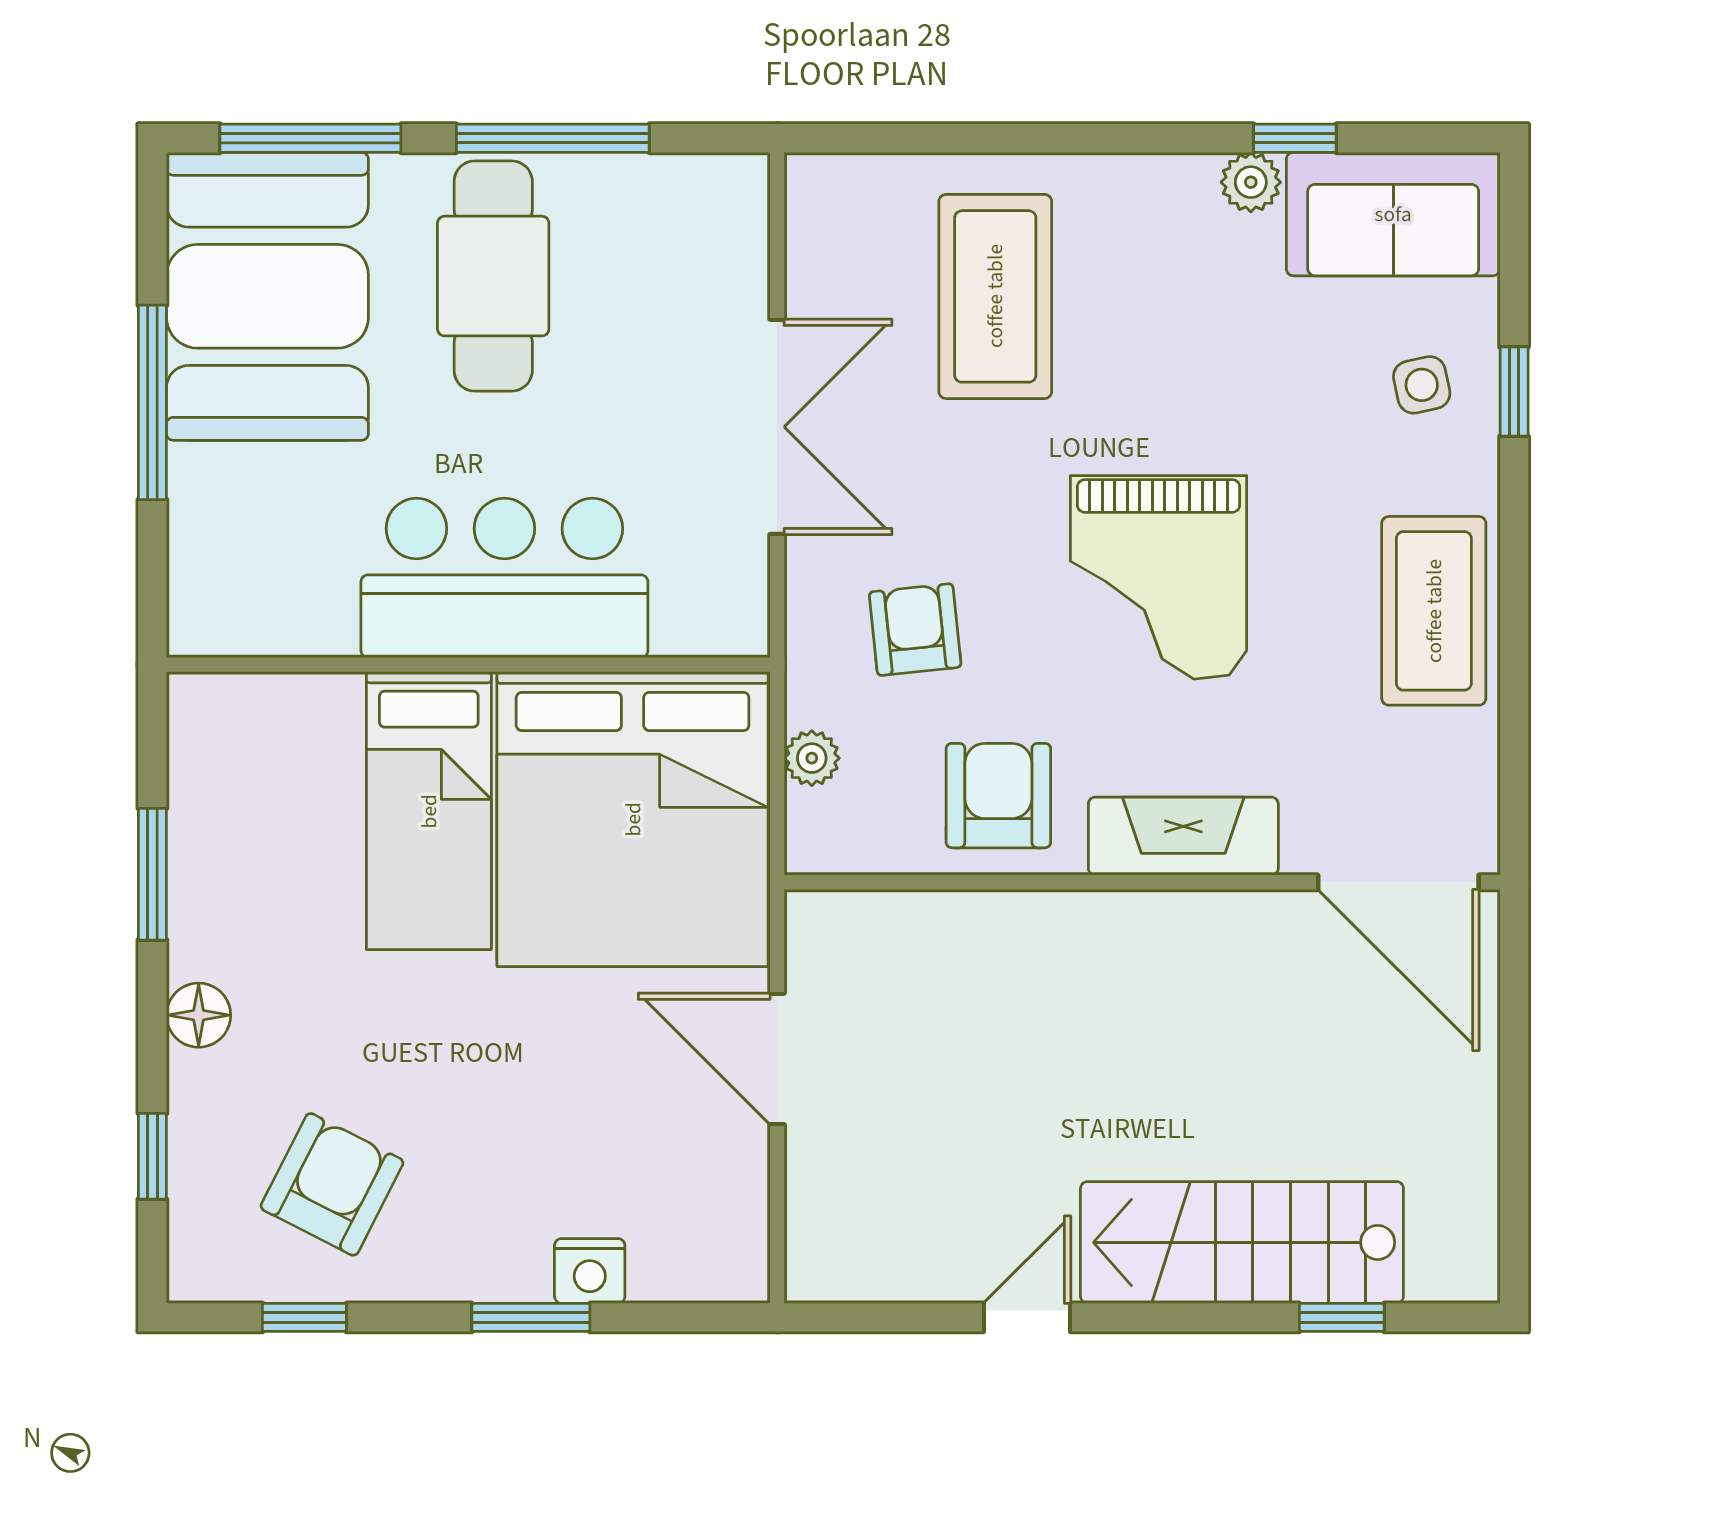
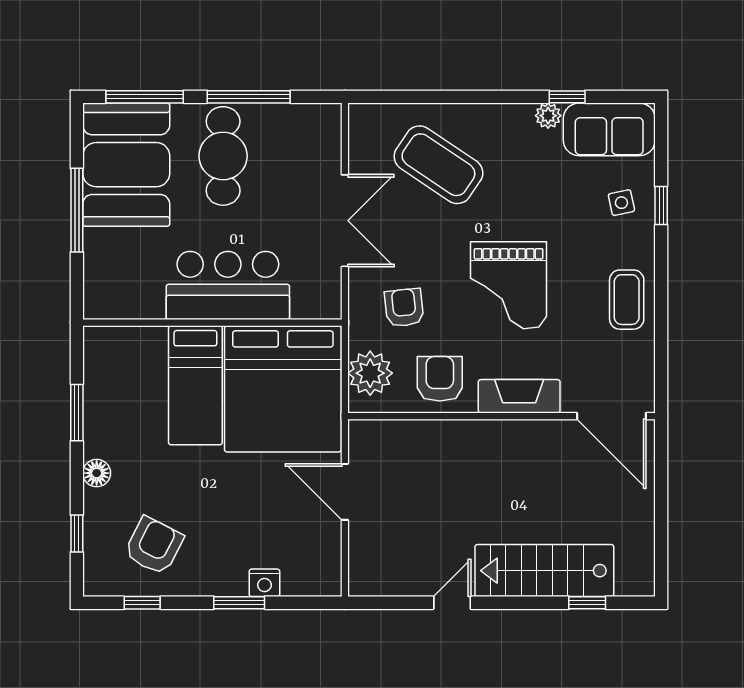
coffee table: (995, 296) -> (438, 165), turned -56
coffee table: (1434, 611) -> (627, 300), width x0.73, depth x0.76
plant: (812, 758) -> (370, 373), width x1.88, depth x1.88

